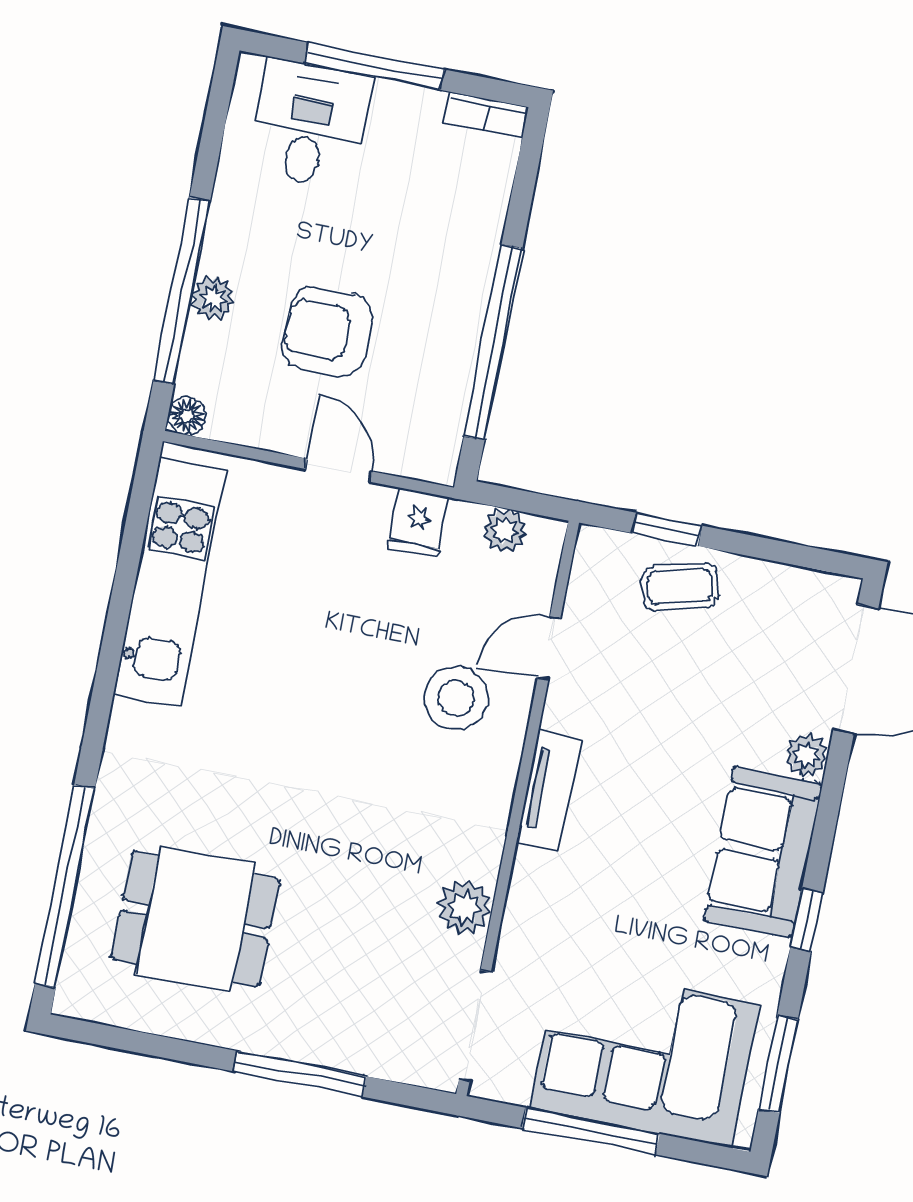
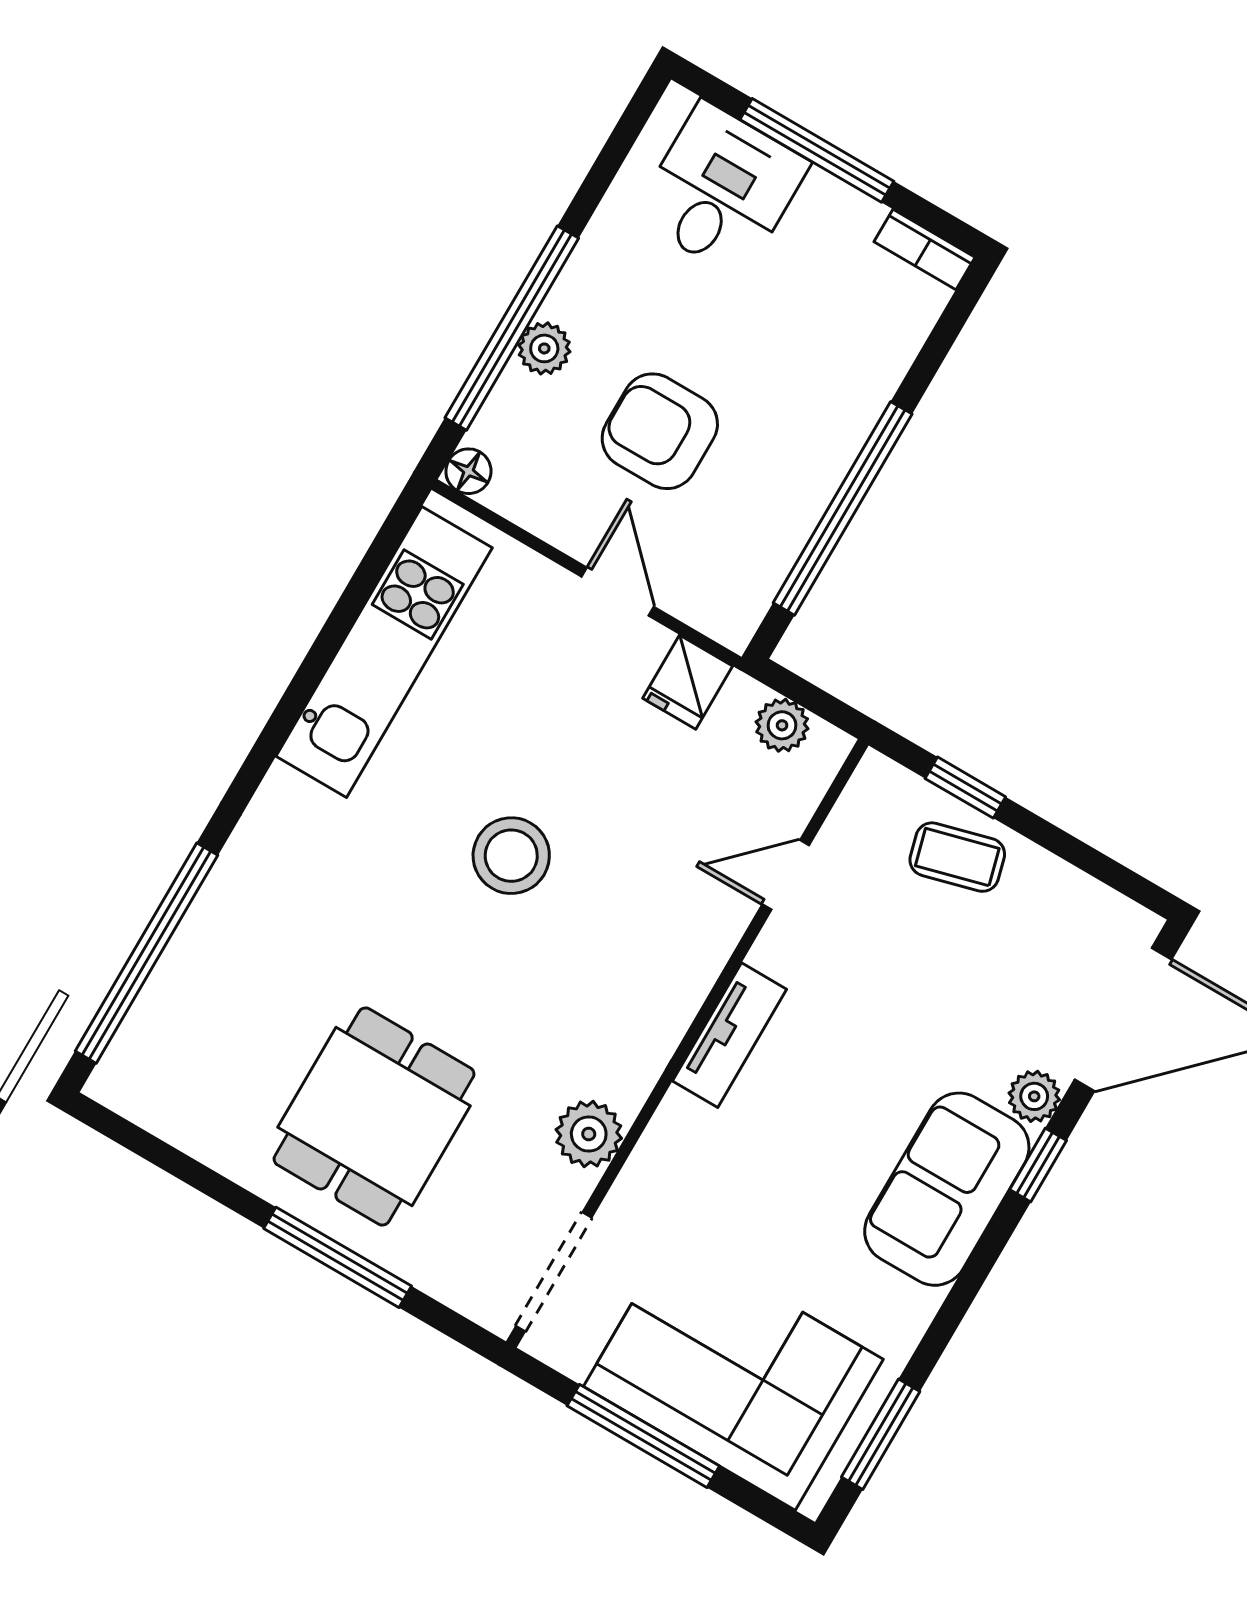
stool: (456, 698) -> (511, 856), moved
dining table: (196, 919) -> (374, 1116), moved, turned 90
window: (807, 920) -> (1038, 1165), moved

